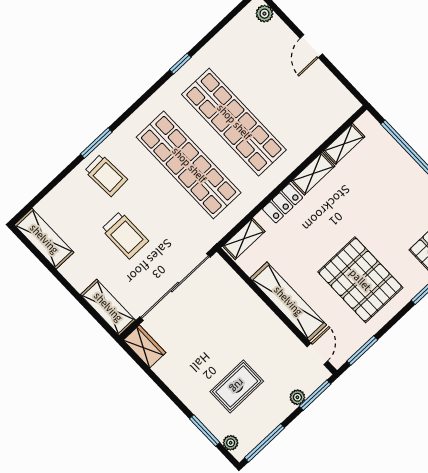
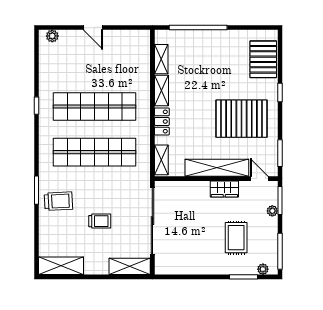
trolley: (125, 235) -> (100, 221), width x0.73, depth x0.72
wardrobe: (145, 346) -> (224, 189), moved, turned 180

